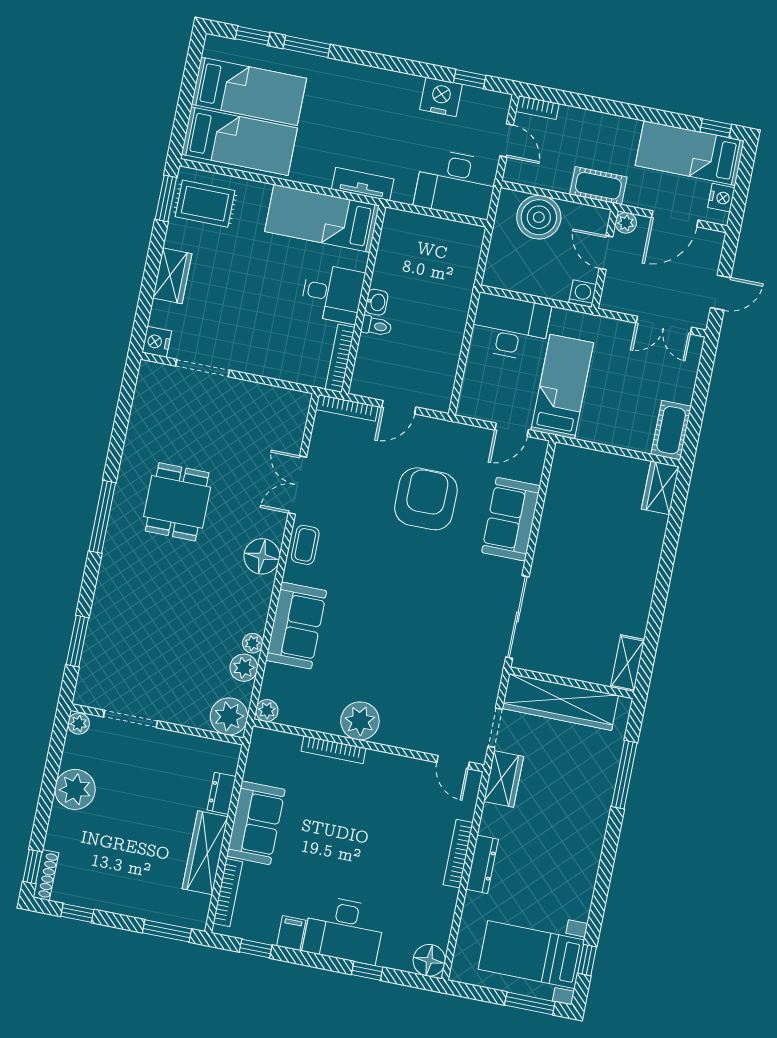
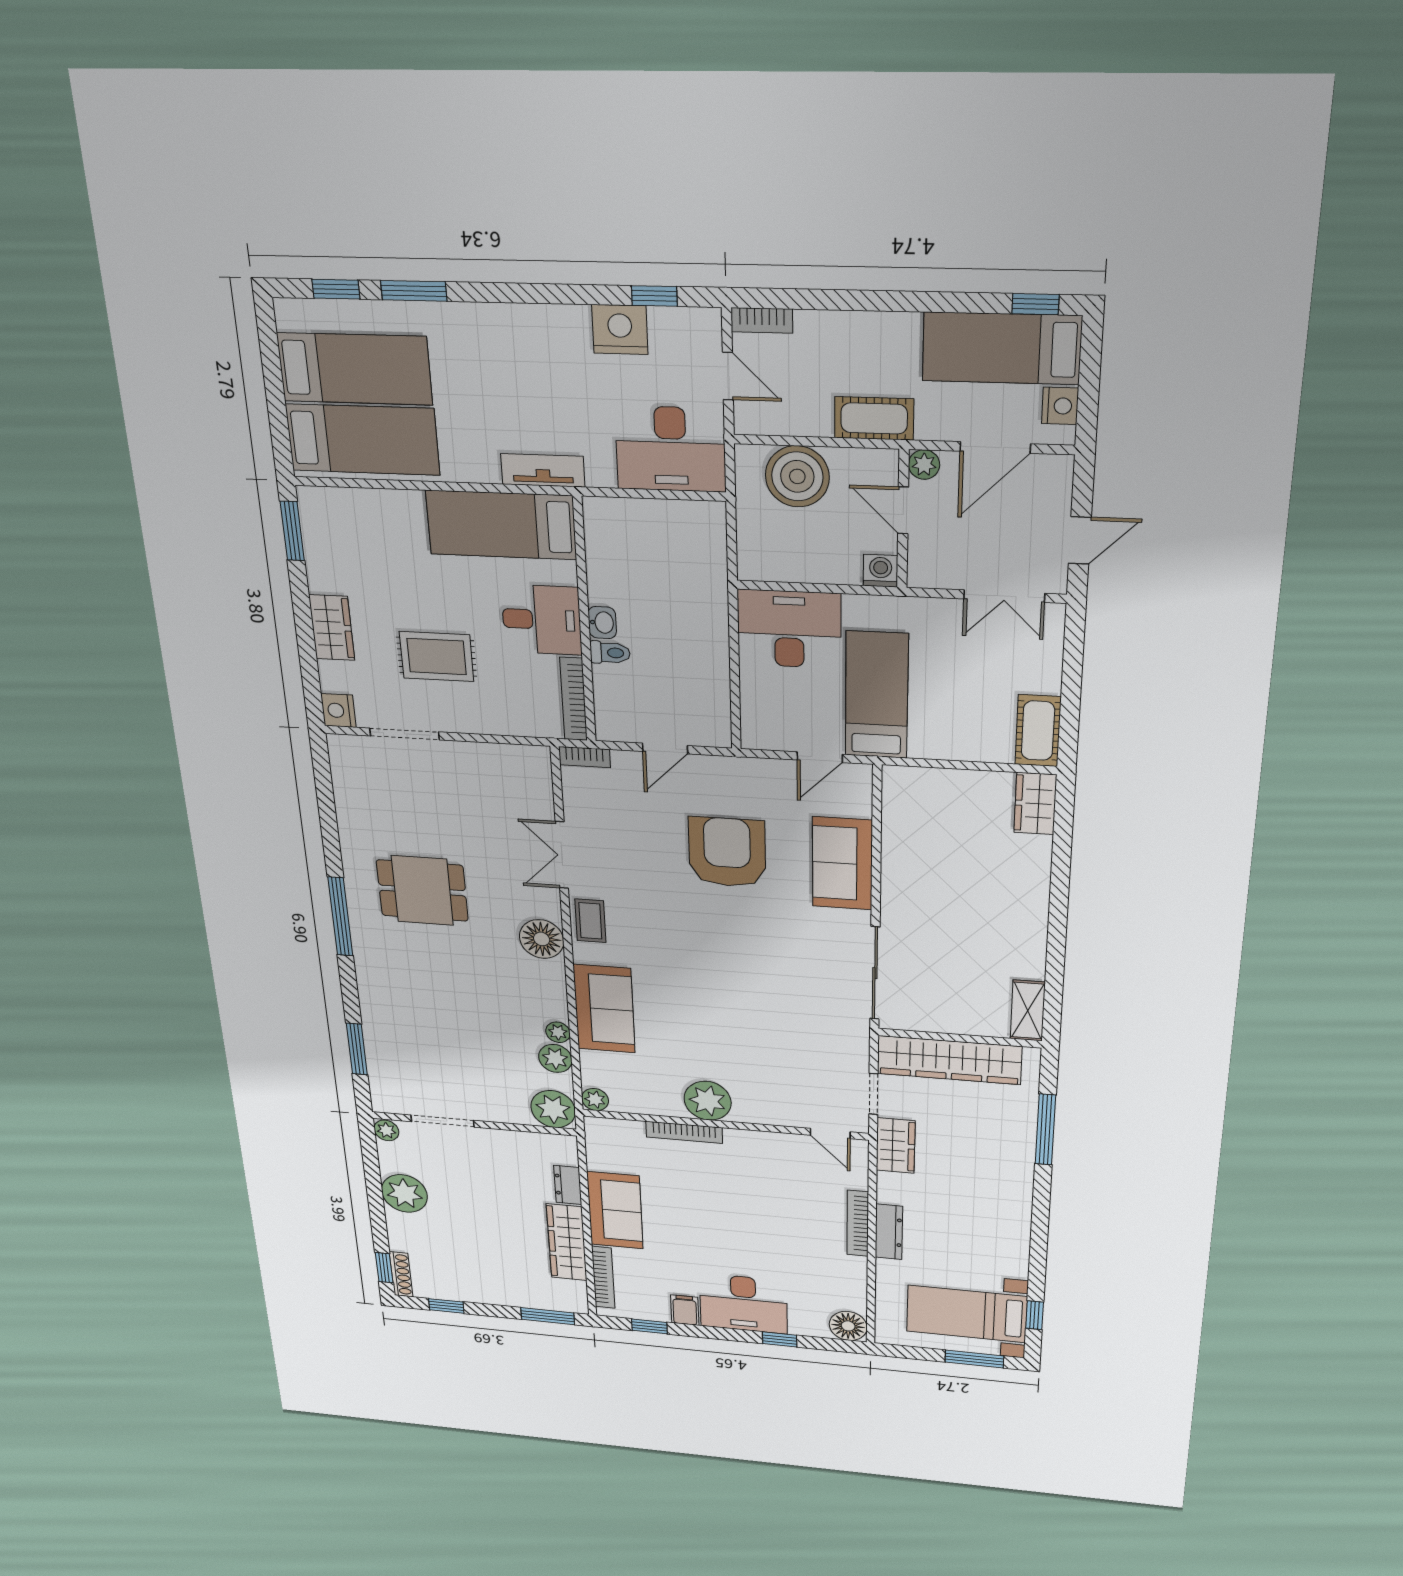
rug: (205, 204) -> (437, 657), moved
bookcase: (347, 408) -> (584, 757), width x0.64
dining table: (177, 502) -> (422, 890), turned 90

